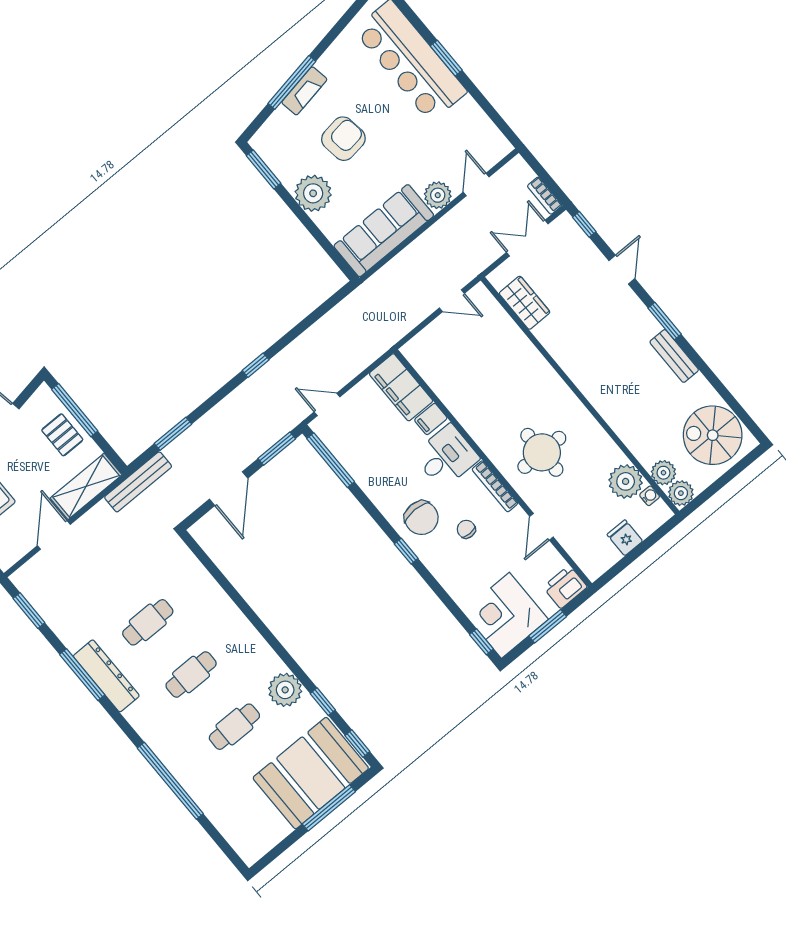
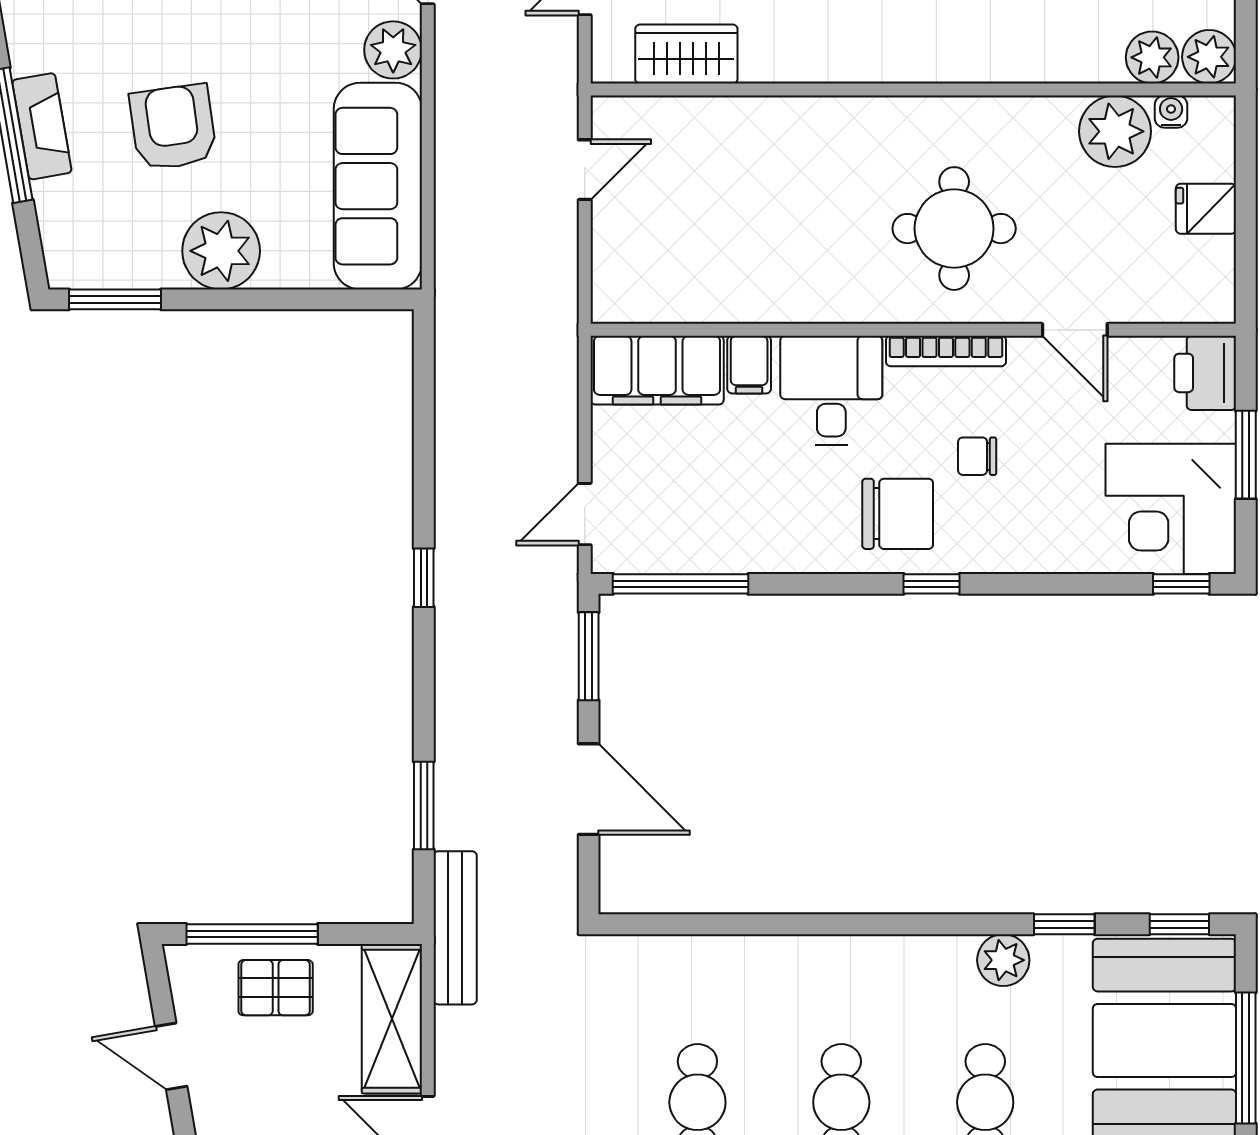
plant: (285, 690) -> (1003, 960), width x0.73, depth x0.73

